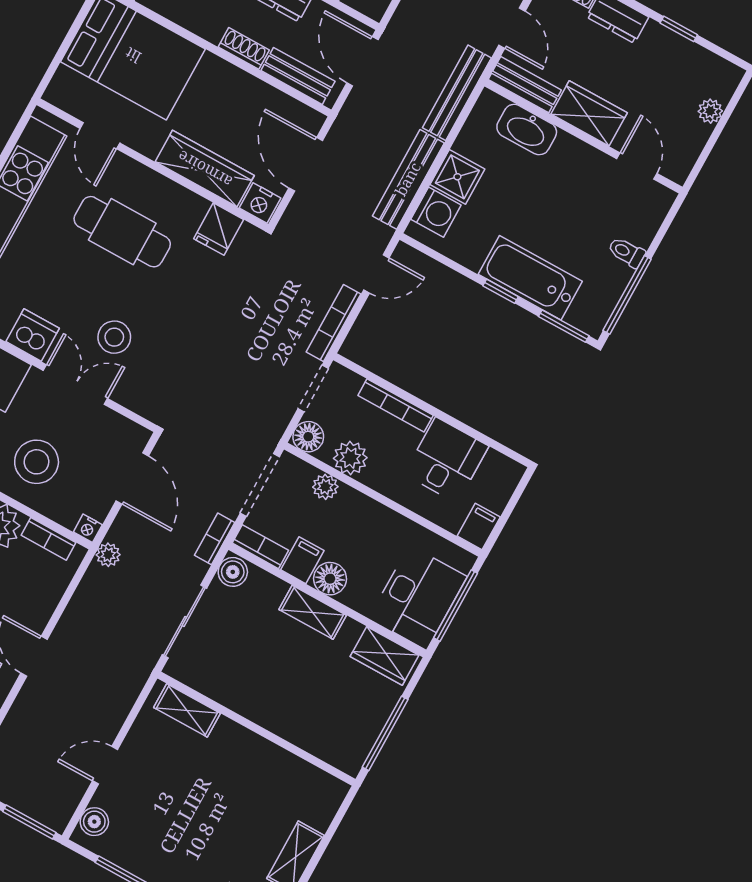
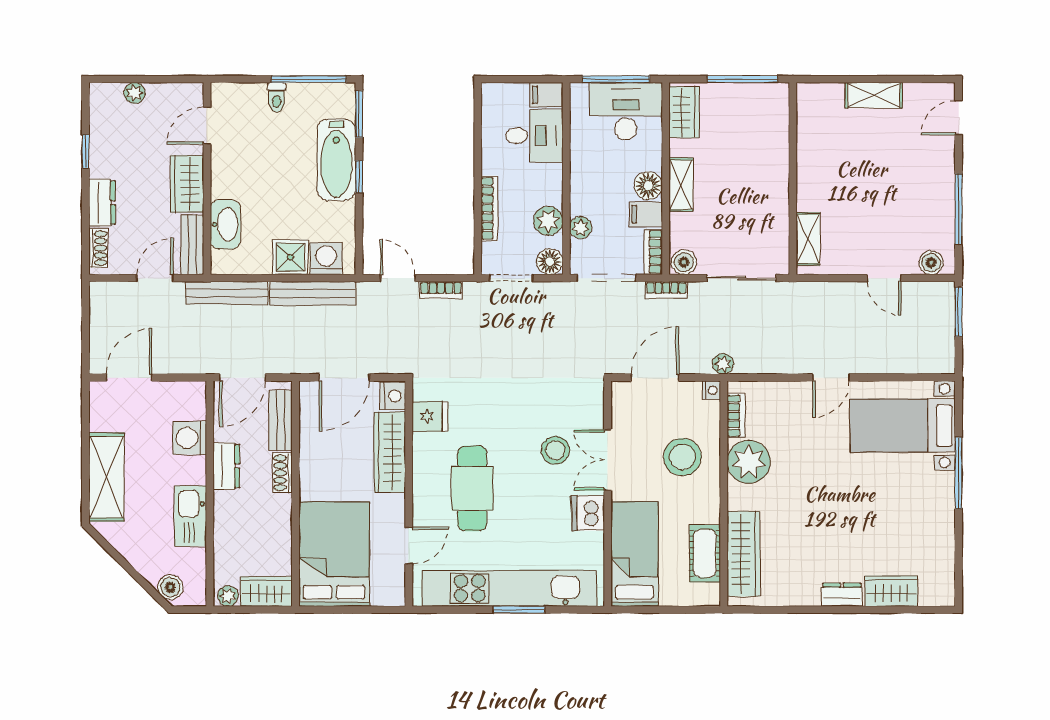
bookcase: (334, 323) -> (441, 290), width x0.64
desk: (446, 460) -> (534, 136), moved, turned 180

